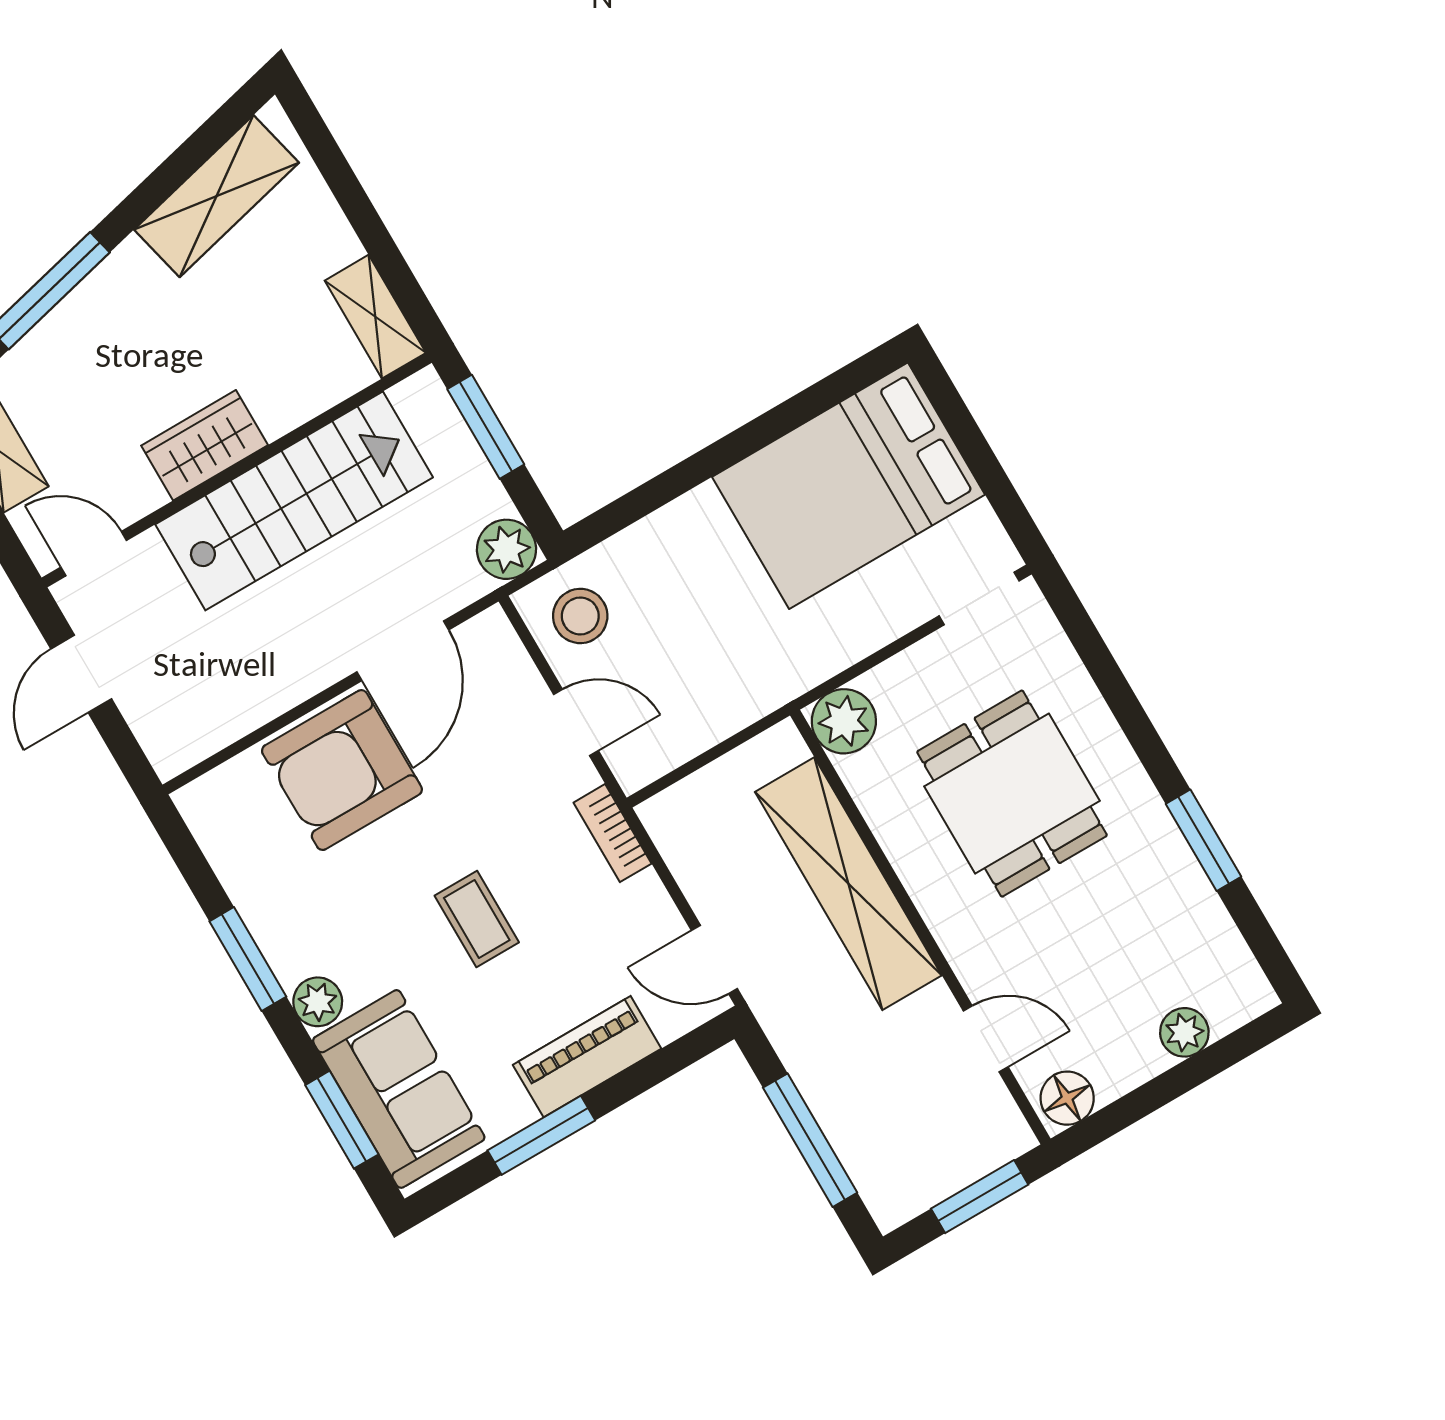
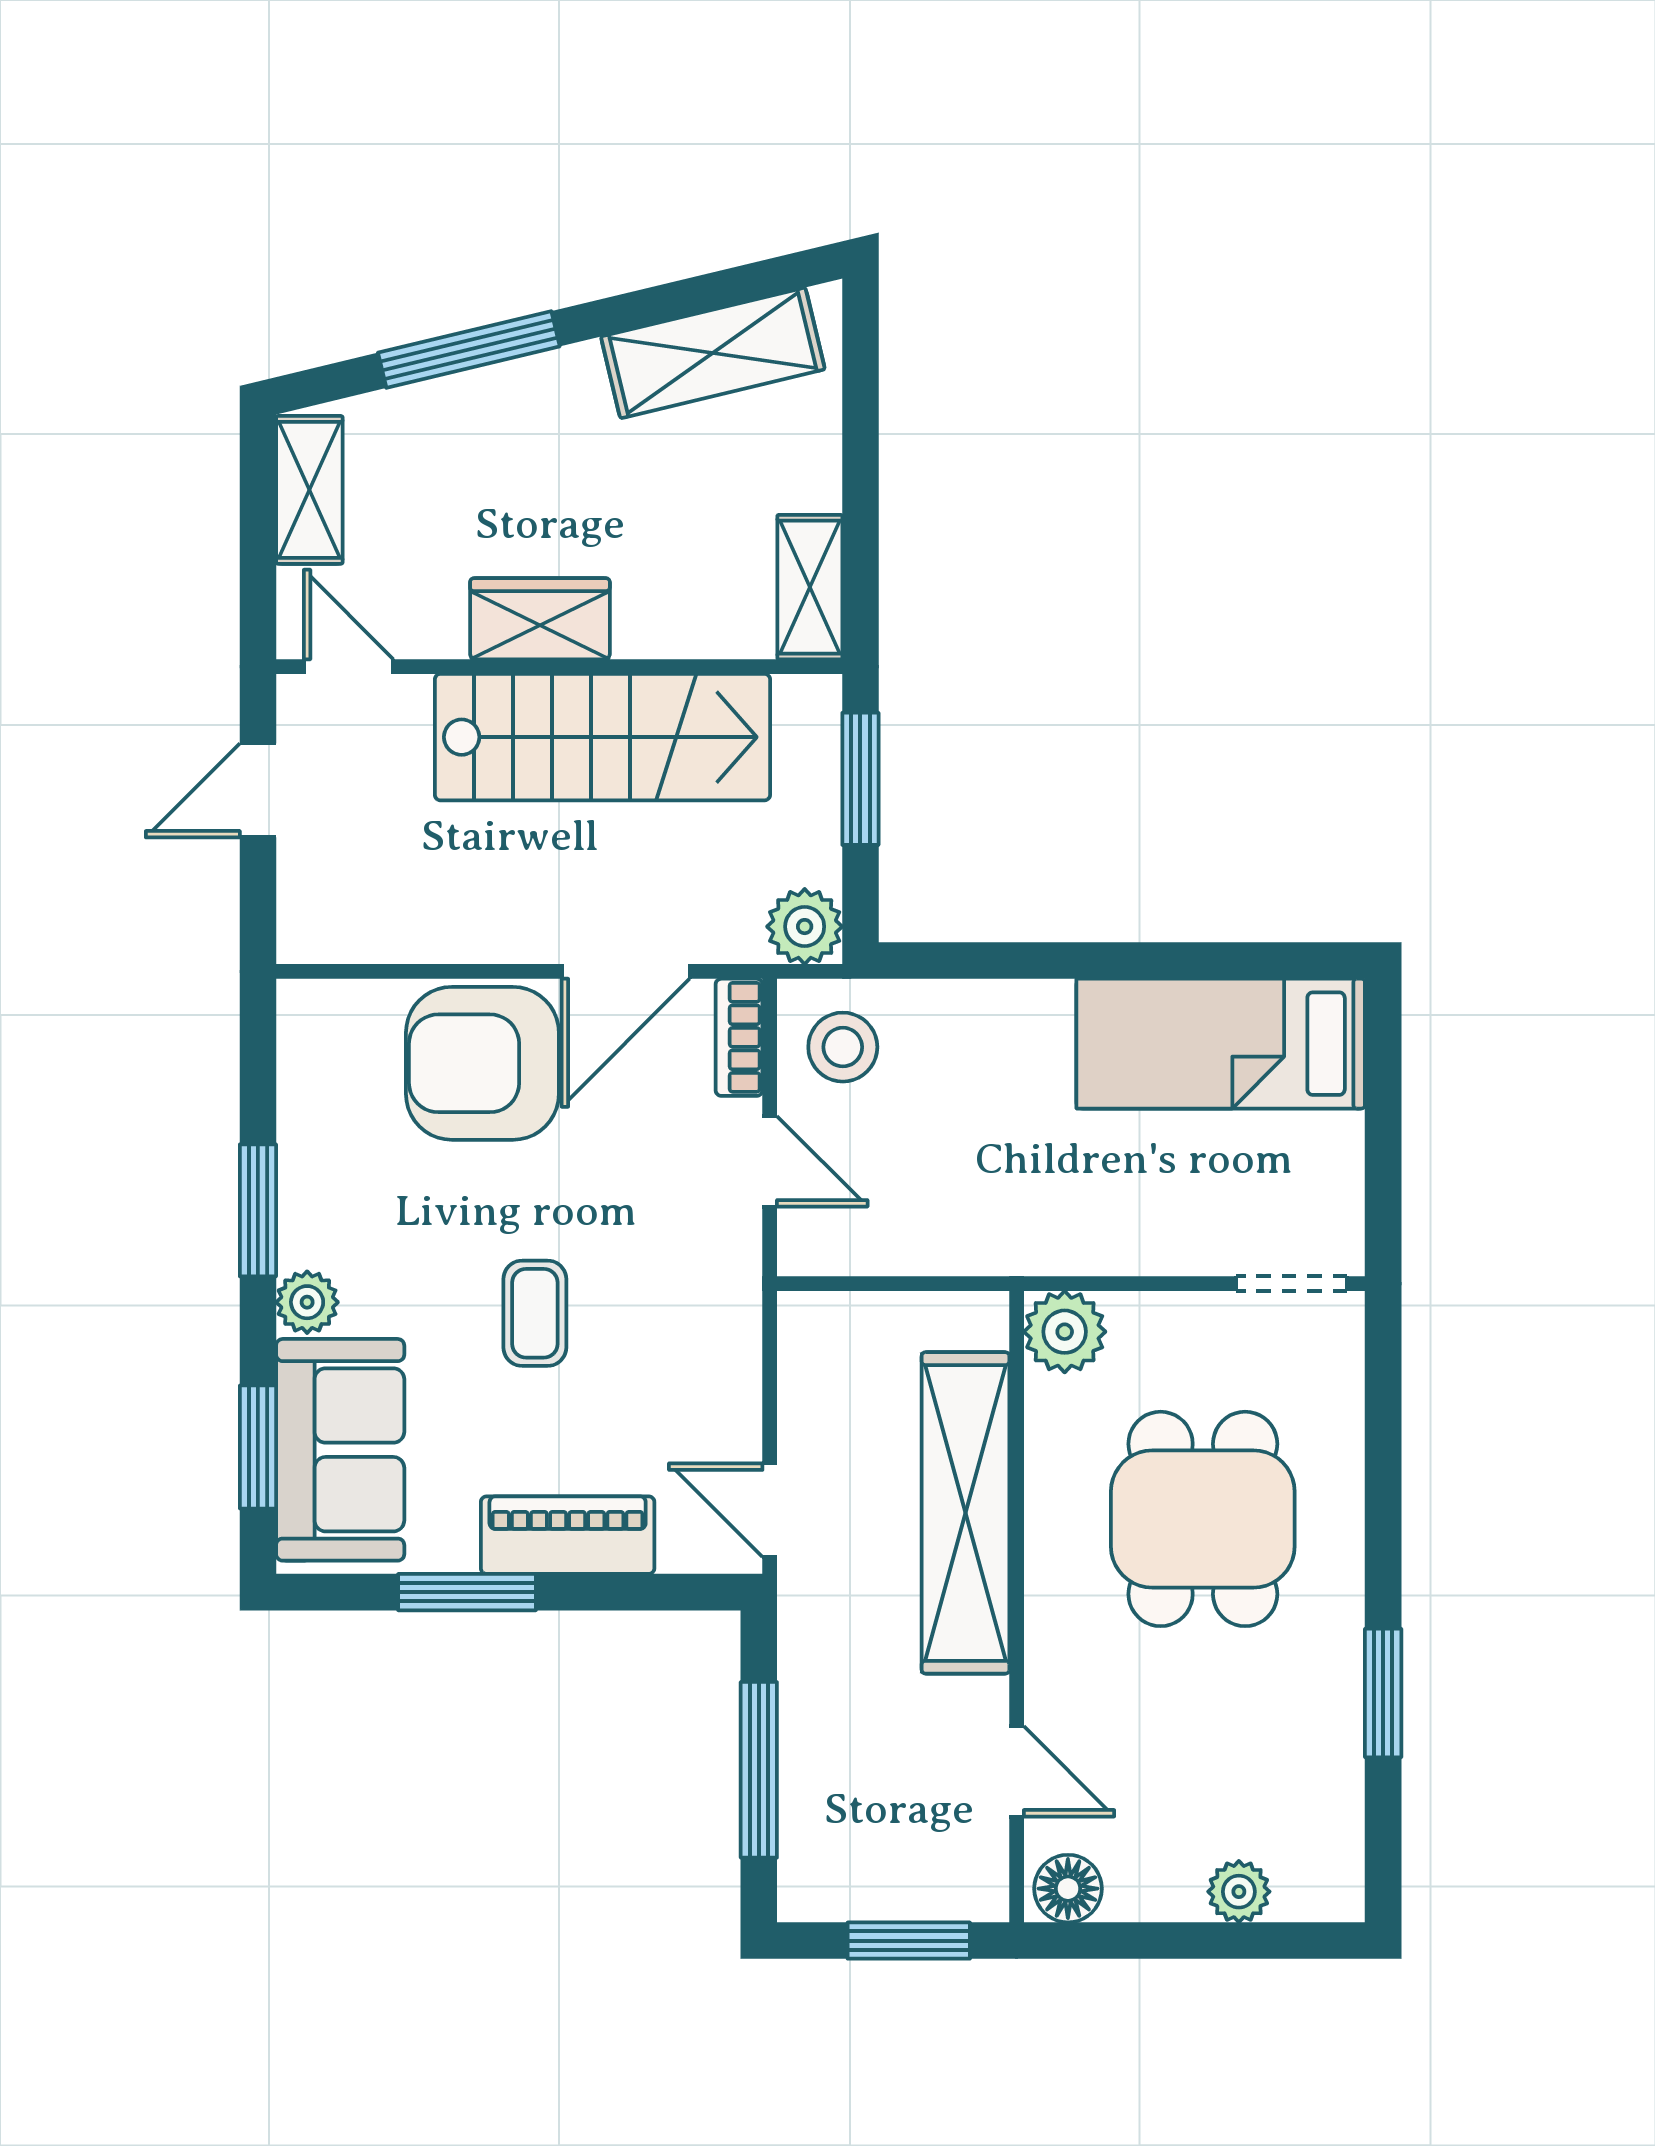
bed: (848, 486) -> (1221, 1044), width x0.67
bookcase: (613, 833) -> (739, 1037), moved

